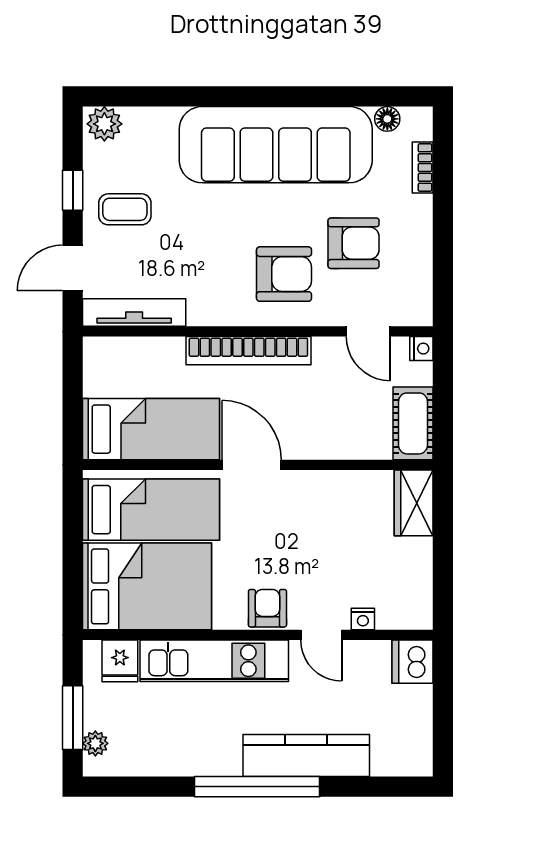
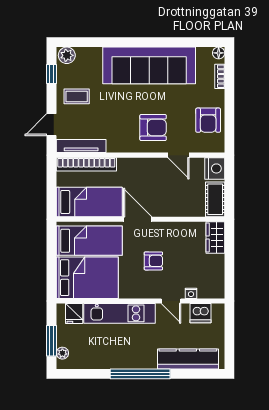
floor lamp: (387, 119) -> (219, 53), moved
window: (73, 190) -> (52, 74), moved
armchair: (354, 243) -> (208, 120), moved, turned 90
door: (368, 331) -> (178, 155), moved
nightstand: (421, 349) -> (215, 168), width x1.89, depth x1.79
bookcase: (248, 351) -> (86, 164), moved
armchair: (267, 608) -> (153, 261), moved, turned 90
dishwasher: (412, 662) -> (200, 313), moved, turned -90
kitchen counter: (306, 755) -> (188, 359), moved

